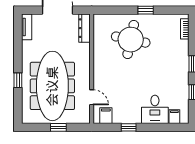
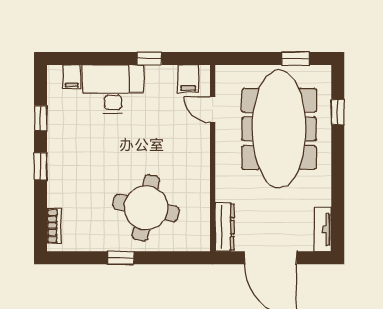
window: (18, 80) -> (338, 112), moved
desk: (155, 109) -> (113, 89), width x1.37
window: (58, 127) -> (295, 59), moved

